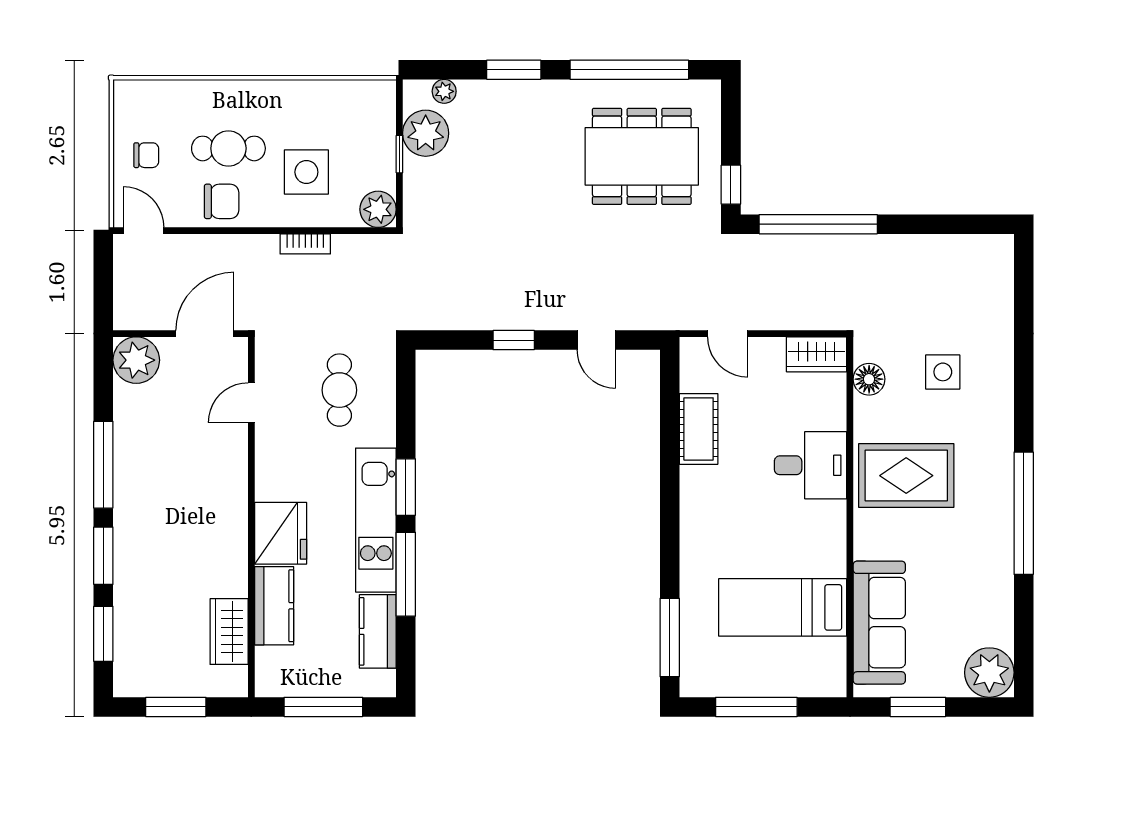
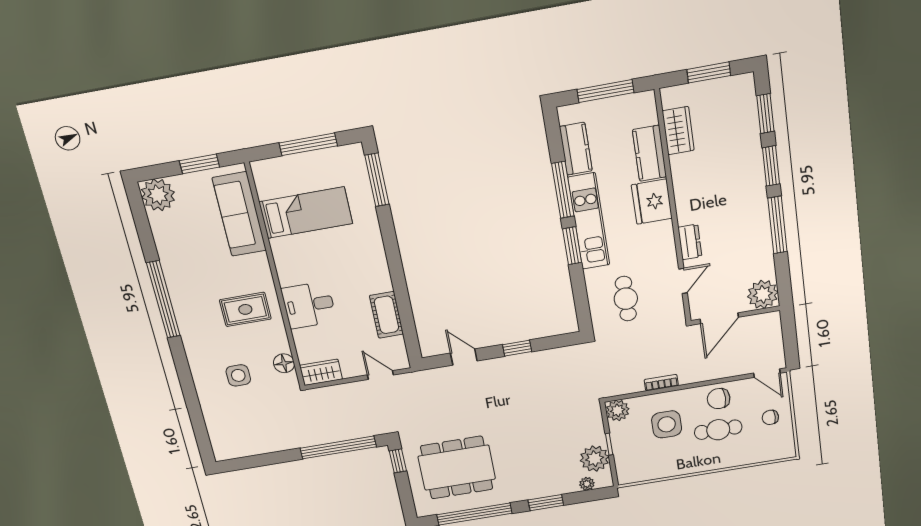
dresser: (233, 462) -> (690, 242), added
rug: (906, 476) -> (245, 309), width x0.73, depth x0.70

